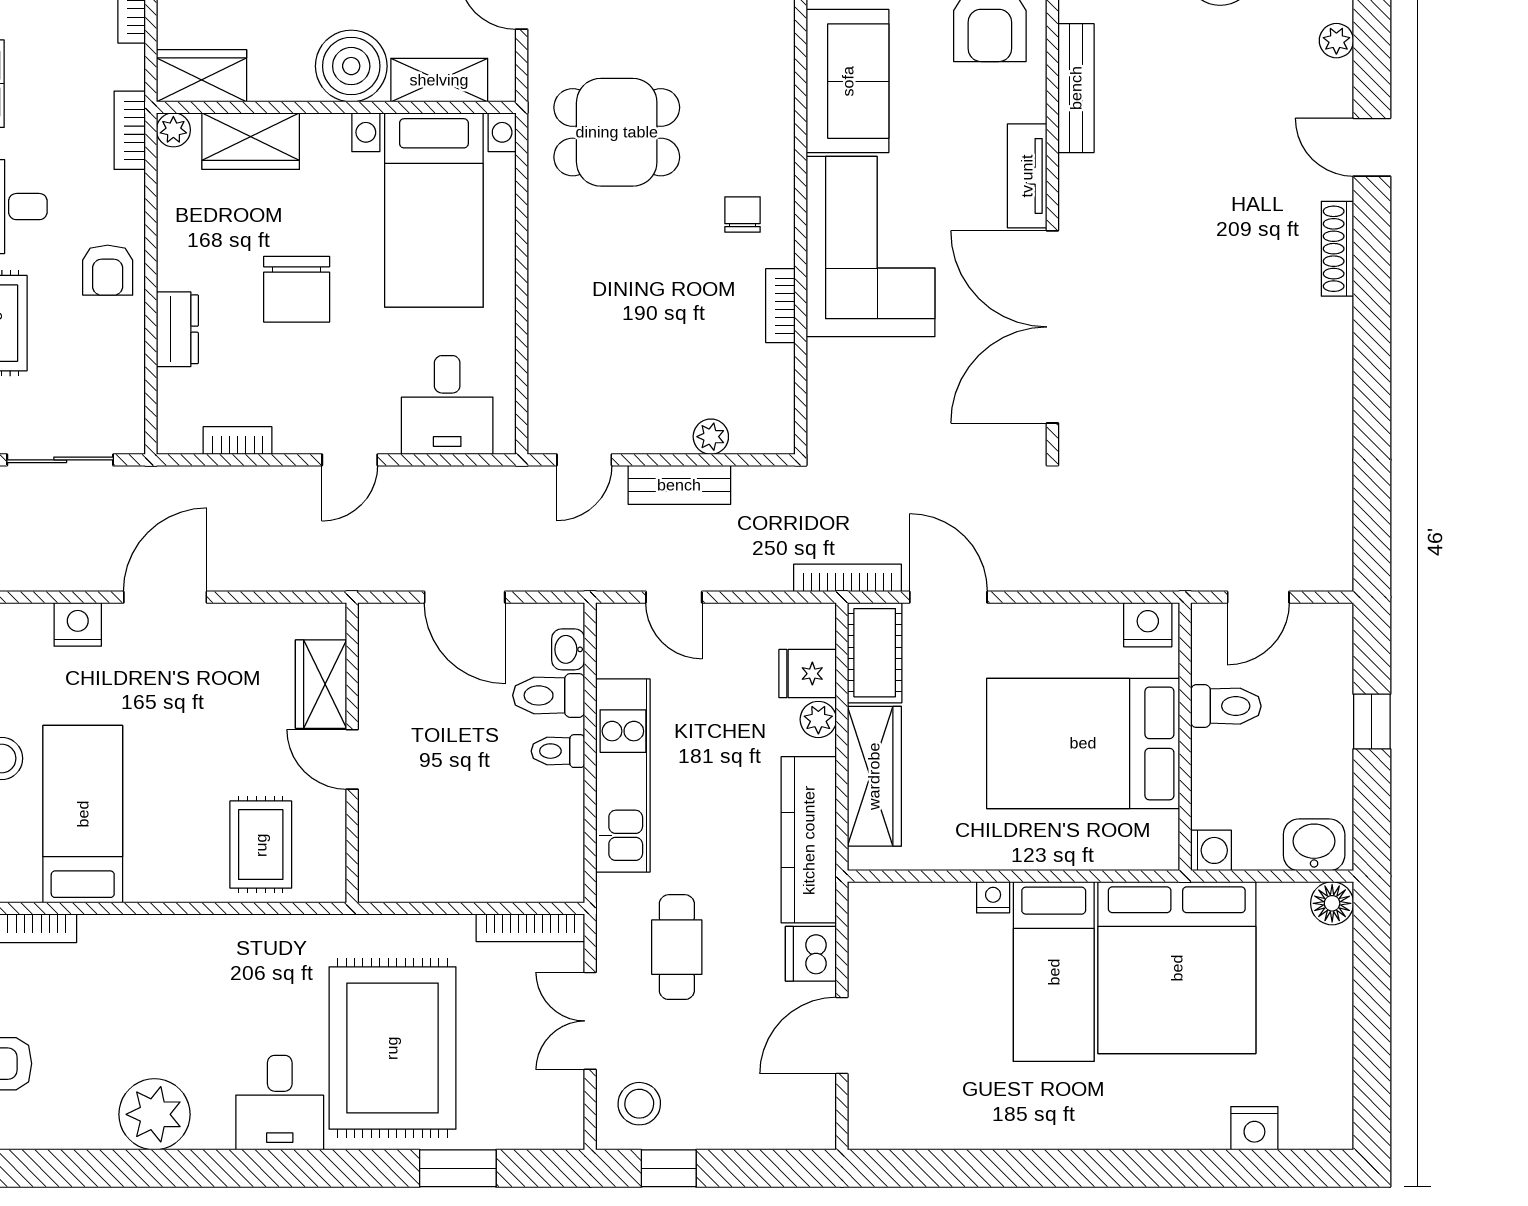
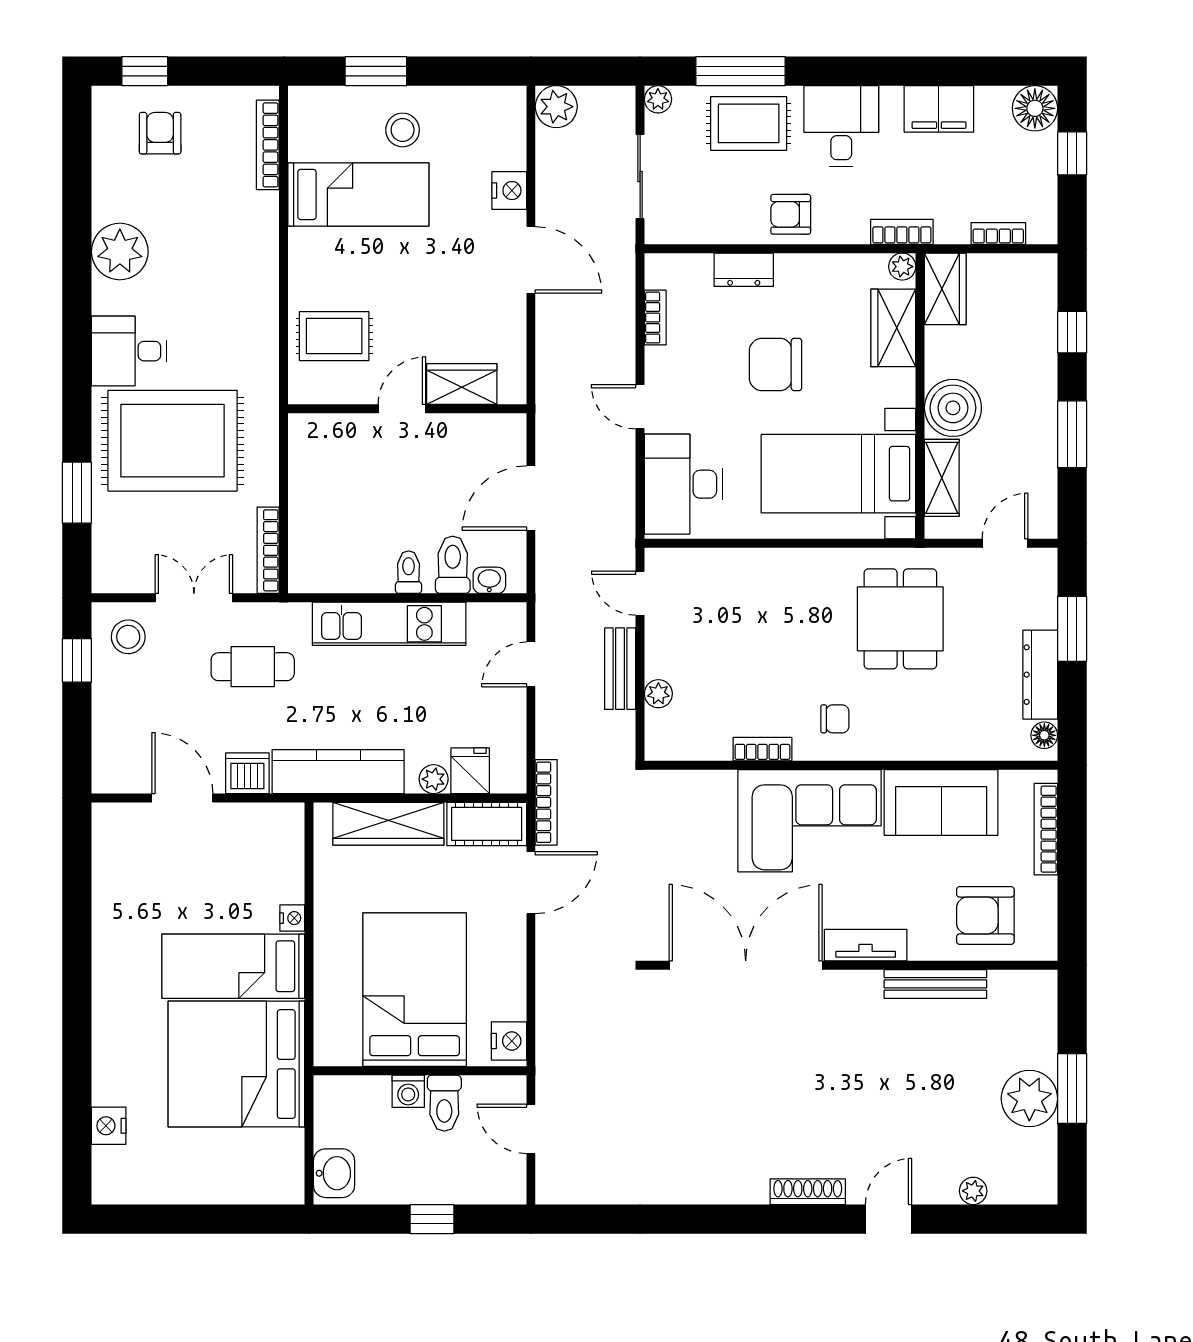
desk: (447, 405) -> (684, 484), width x1.37
washing machine: (1211, 850) -> (408, 1091), moved
floor lamp: (1332, 903) -> (288, 1187), removed

